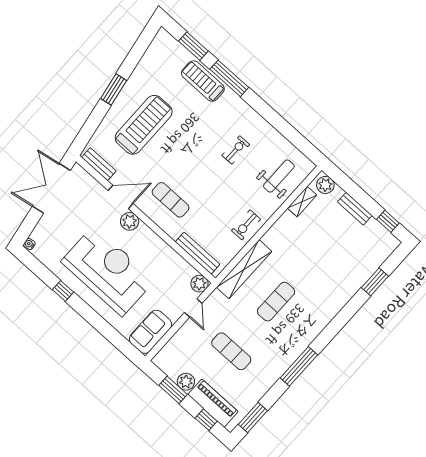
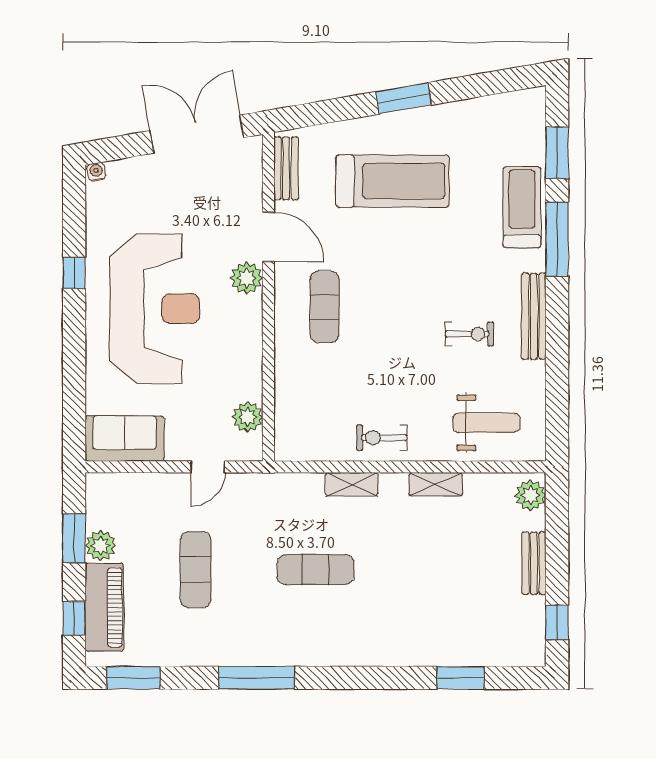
shelving: (302, 202) -> (436, 484), moved
bench: (198, 253) -> (534, 316), moved
shelving: (244, 269) -> (352, 484), width x0.45, depth x0.75
plant: (199, 284) -> (248, 417), moved

